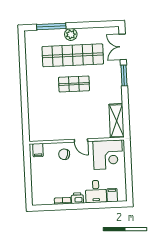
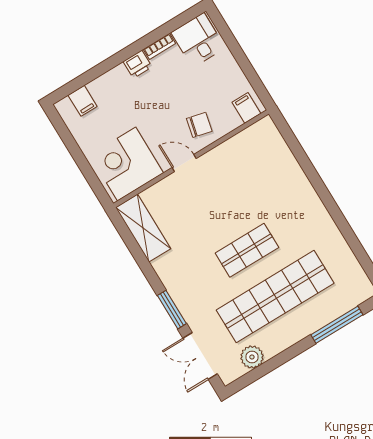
plant: (71, 34) -> (252, 357), moved
double door: (123, 47) -> (200, 356), swing flipped
desk: (96, 191) -> (198, 40), moved

